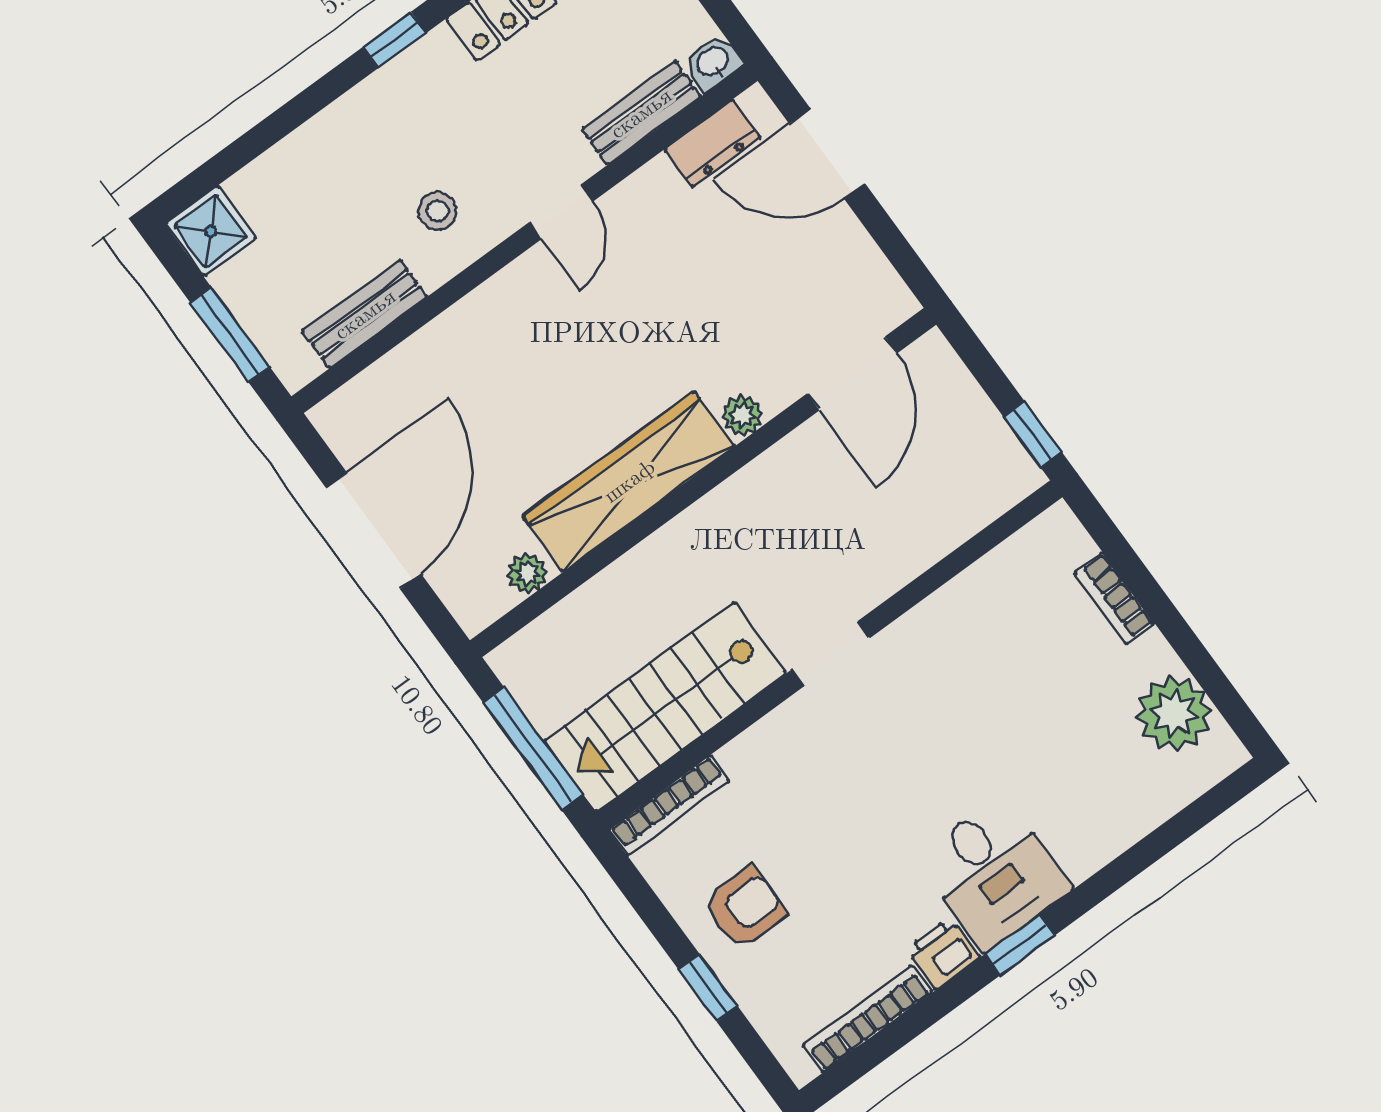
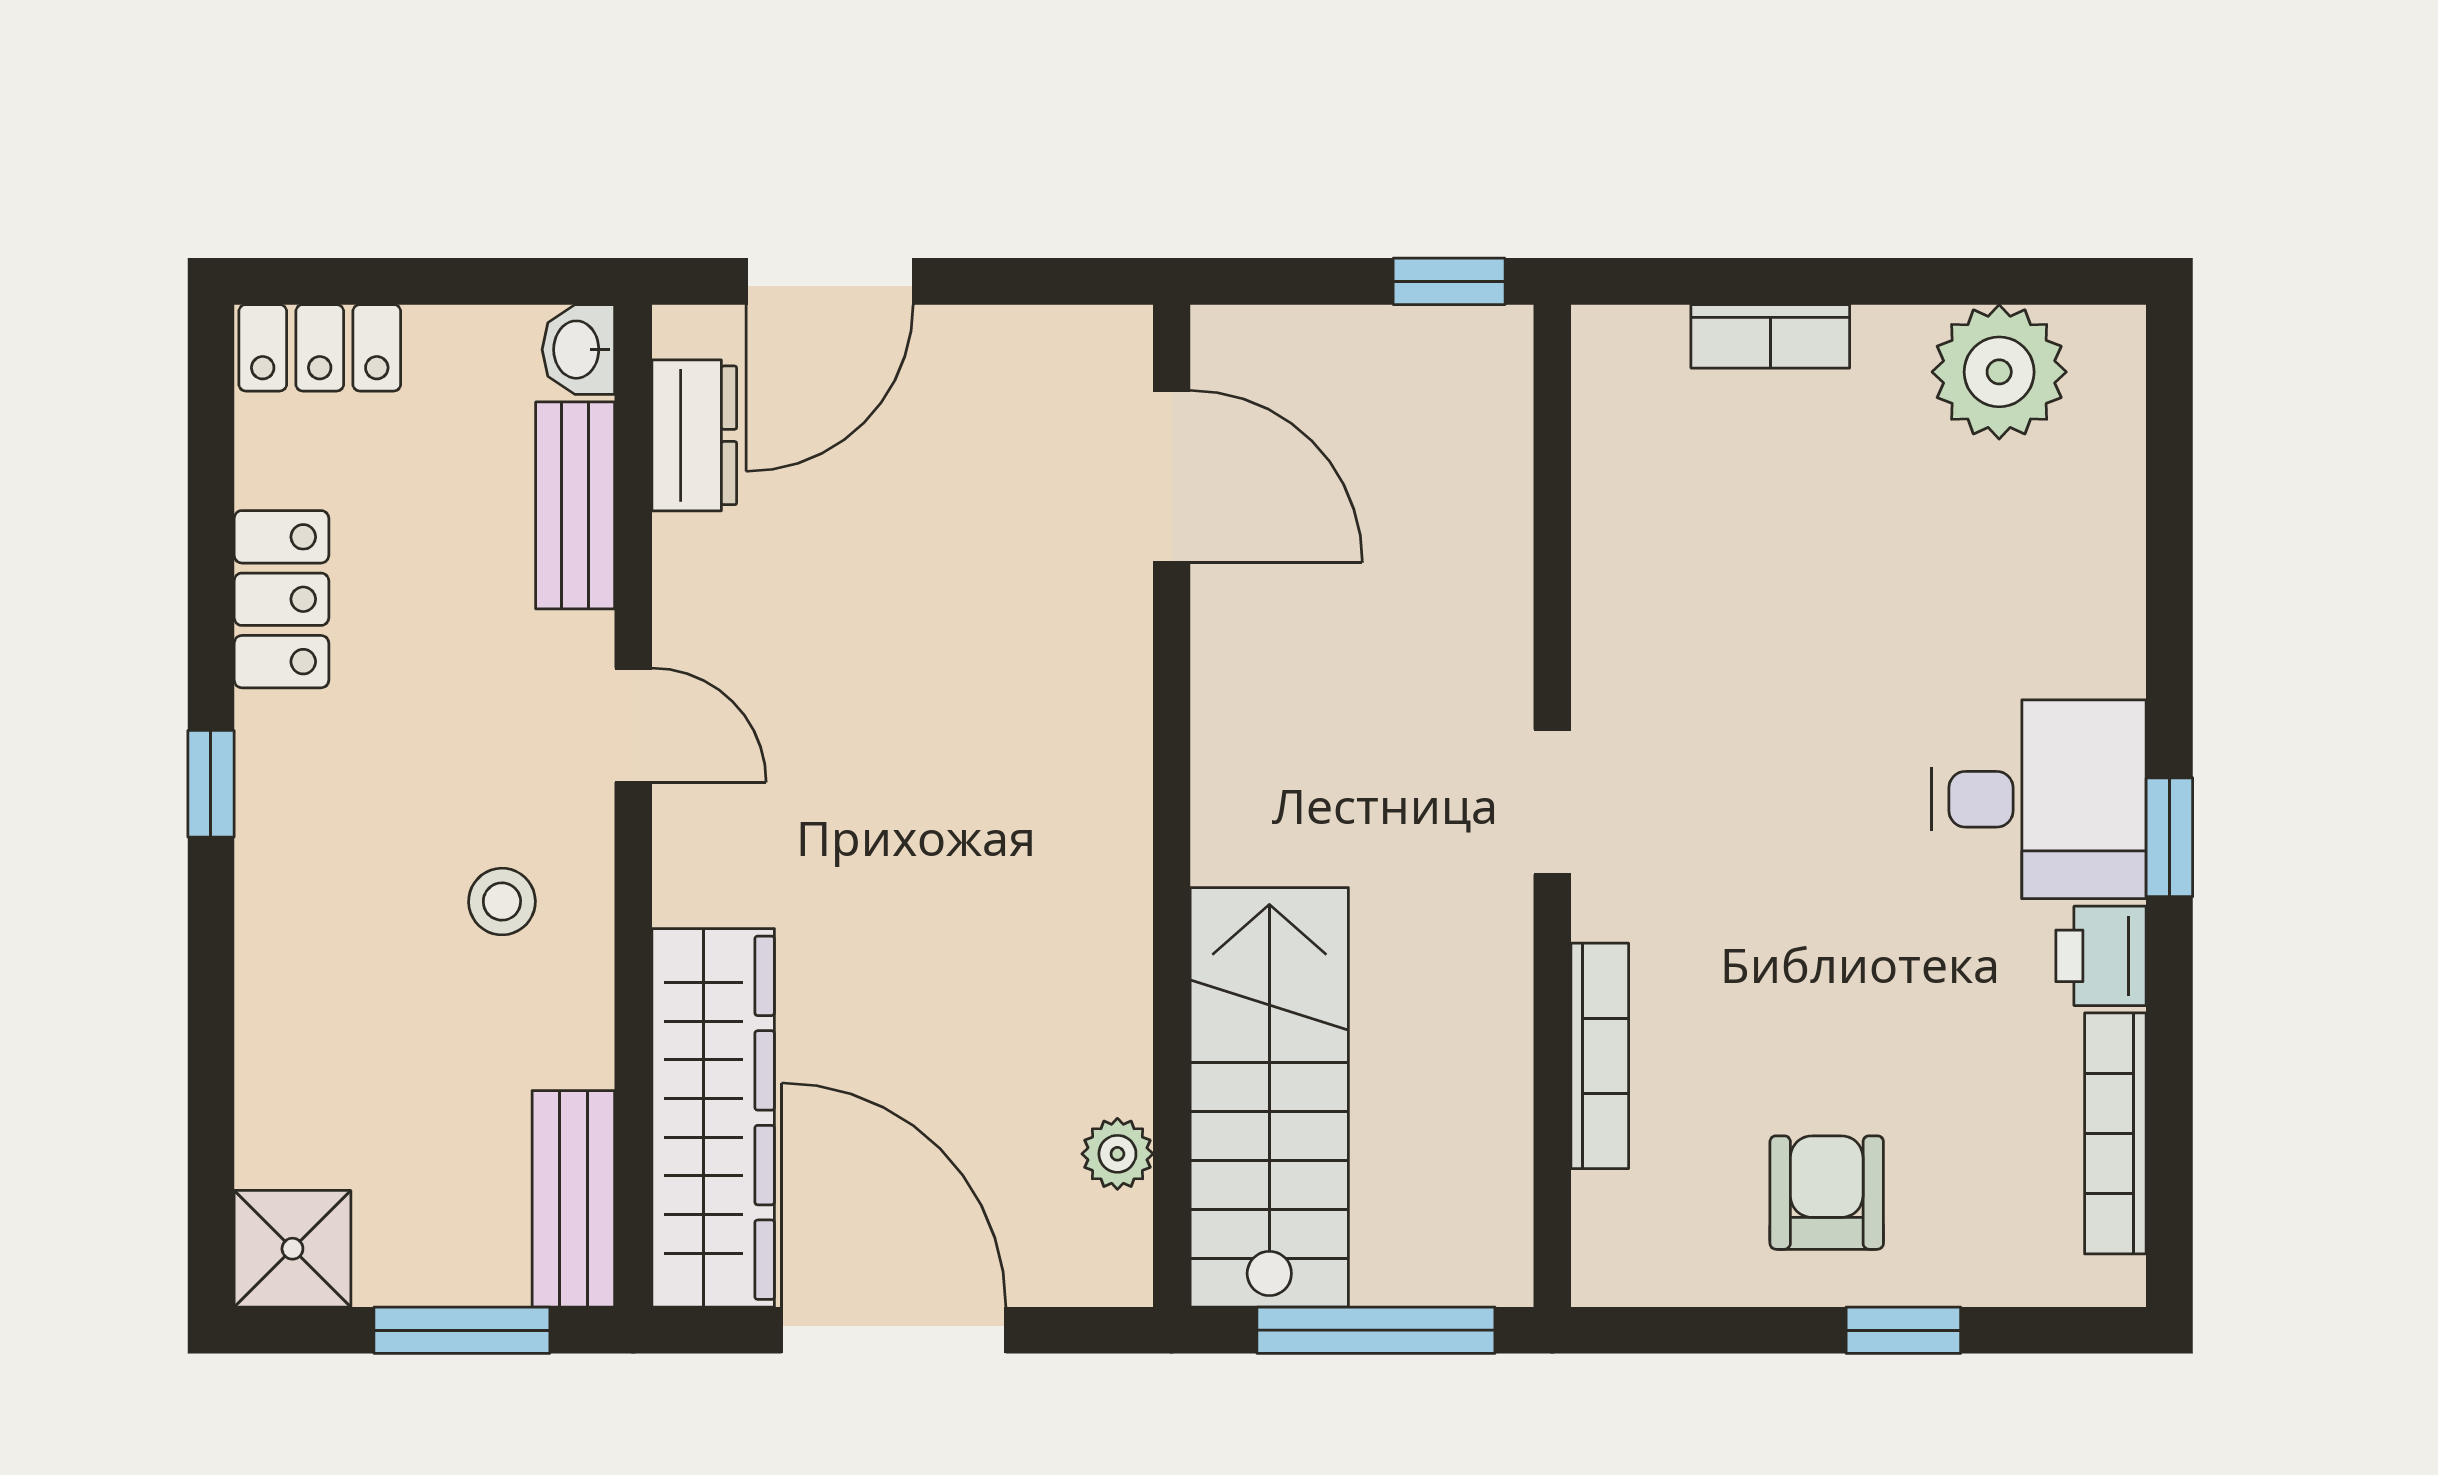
bench: (365, 314) -> (573, 1199), moved
plant: (742, 415) -> (1116, 678), removed
wardrobe: (629, 481) -> (713, 1118), moved, turned 180
stairs: (665, 707) -> (1269, 1097), moved, turned 180
bookcase: (669, 805) -> (1600, 1056), moved

